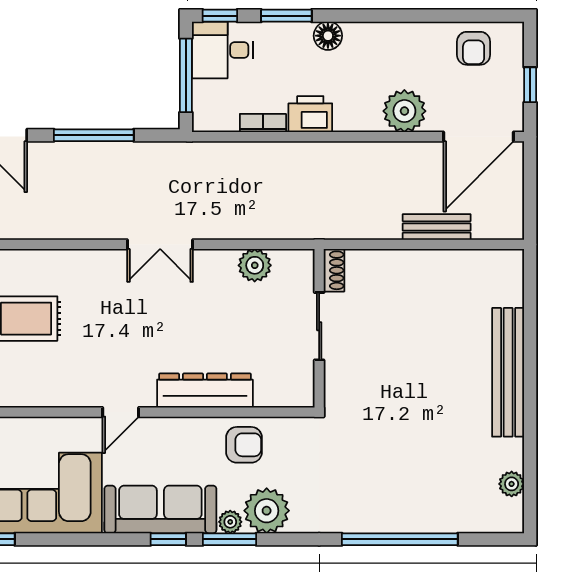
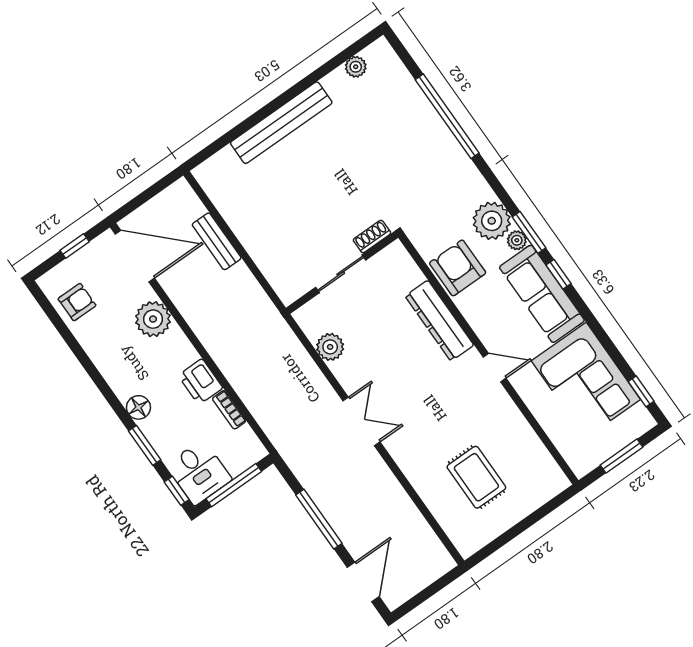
shoe rack: (334, 270) -> (372, 236), moved
armchair: (244, 445) -> (458, 268), width x1.38, depth x1.38

